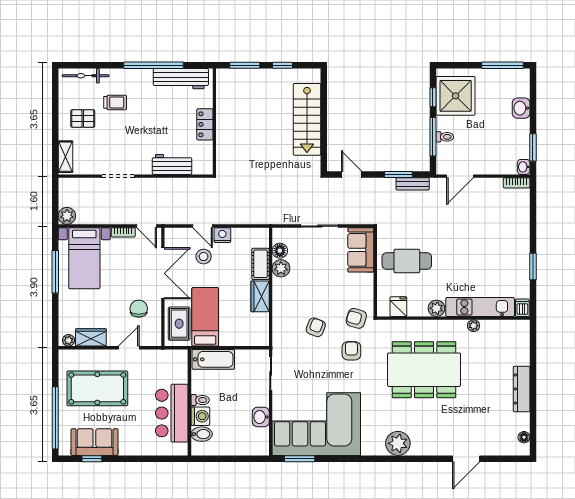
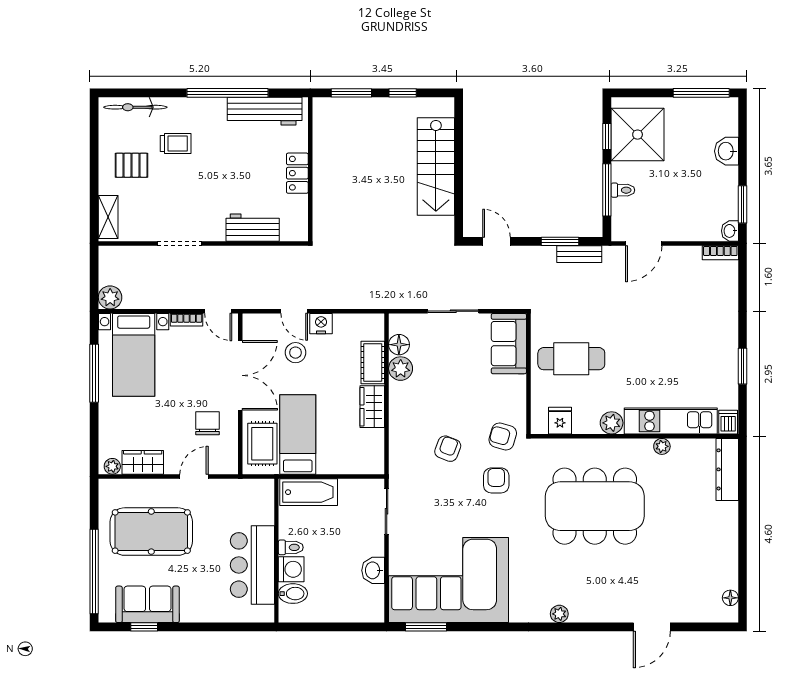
dresser: (522, 389) -> (727, 469), moved
plant: (398, 443) -> (559, 614), width x0.53, depth x0.53

